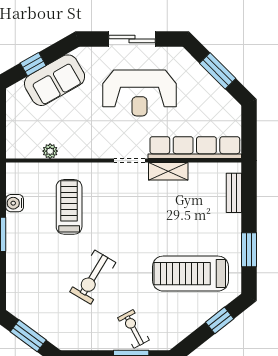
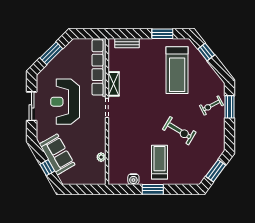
reception desk: (139, 93) -> (65, 102), turned 180
treadmill: (69, 207) -> (160, 162), moved, turned 90

